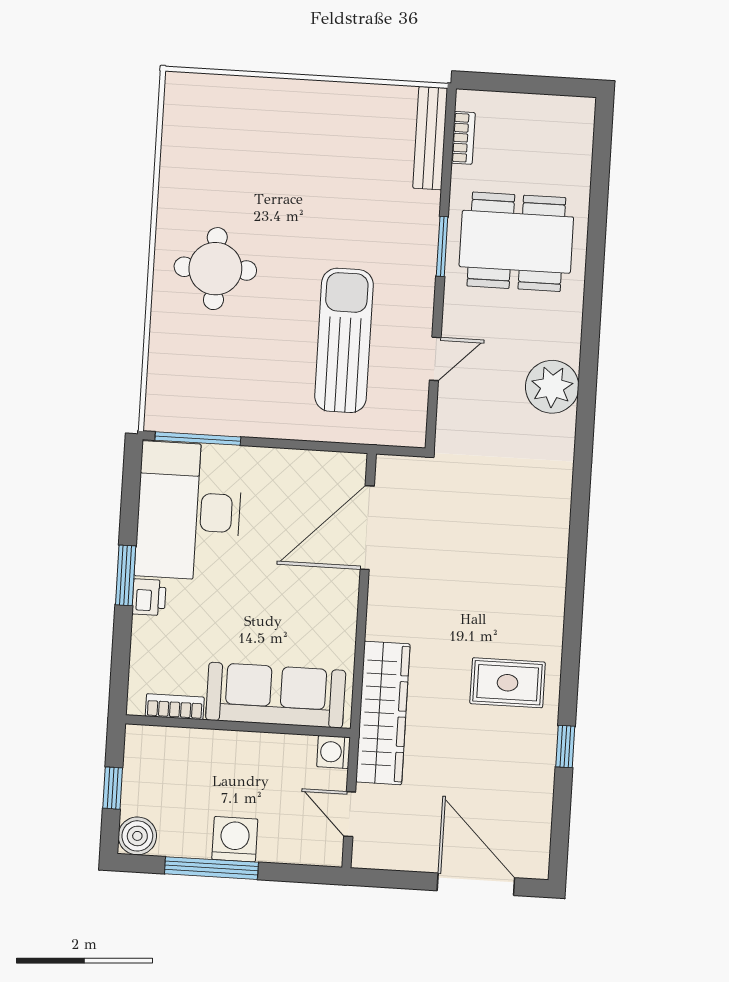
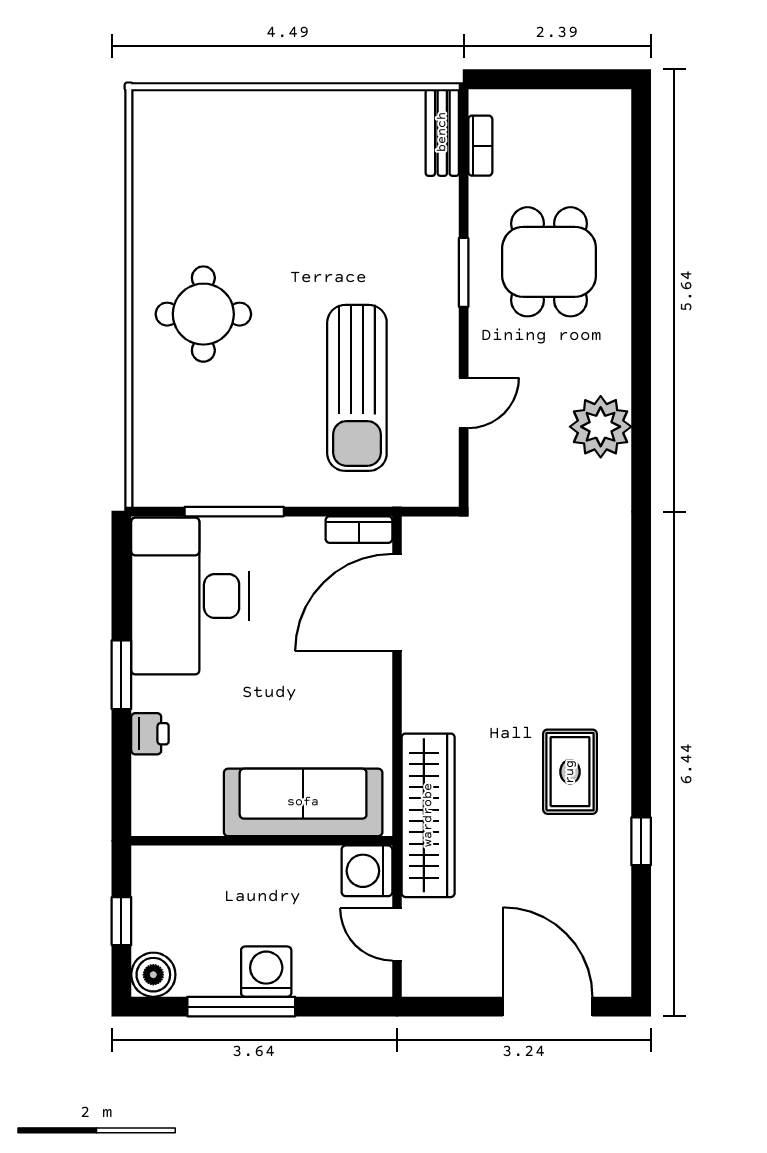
bench: (430, 138) -> (442, 132), width x0.73
dining table: (516, 242) -> (549, 262), width x0.73
sun lounger: (344, 340) -> (357, 388), turned 180
window: (198, 439) -> (234, 512), moved
printer: (149, 597) -> (150, 734), moved
rug: (508, 683) -> (570, 772), turned 90
bookcase: (175, 707) -> (359, 530), moved, turned 180
washing machine: (333, 752) -> (367, 871), width x1.38, depth x1.38

